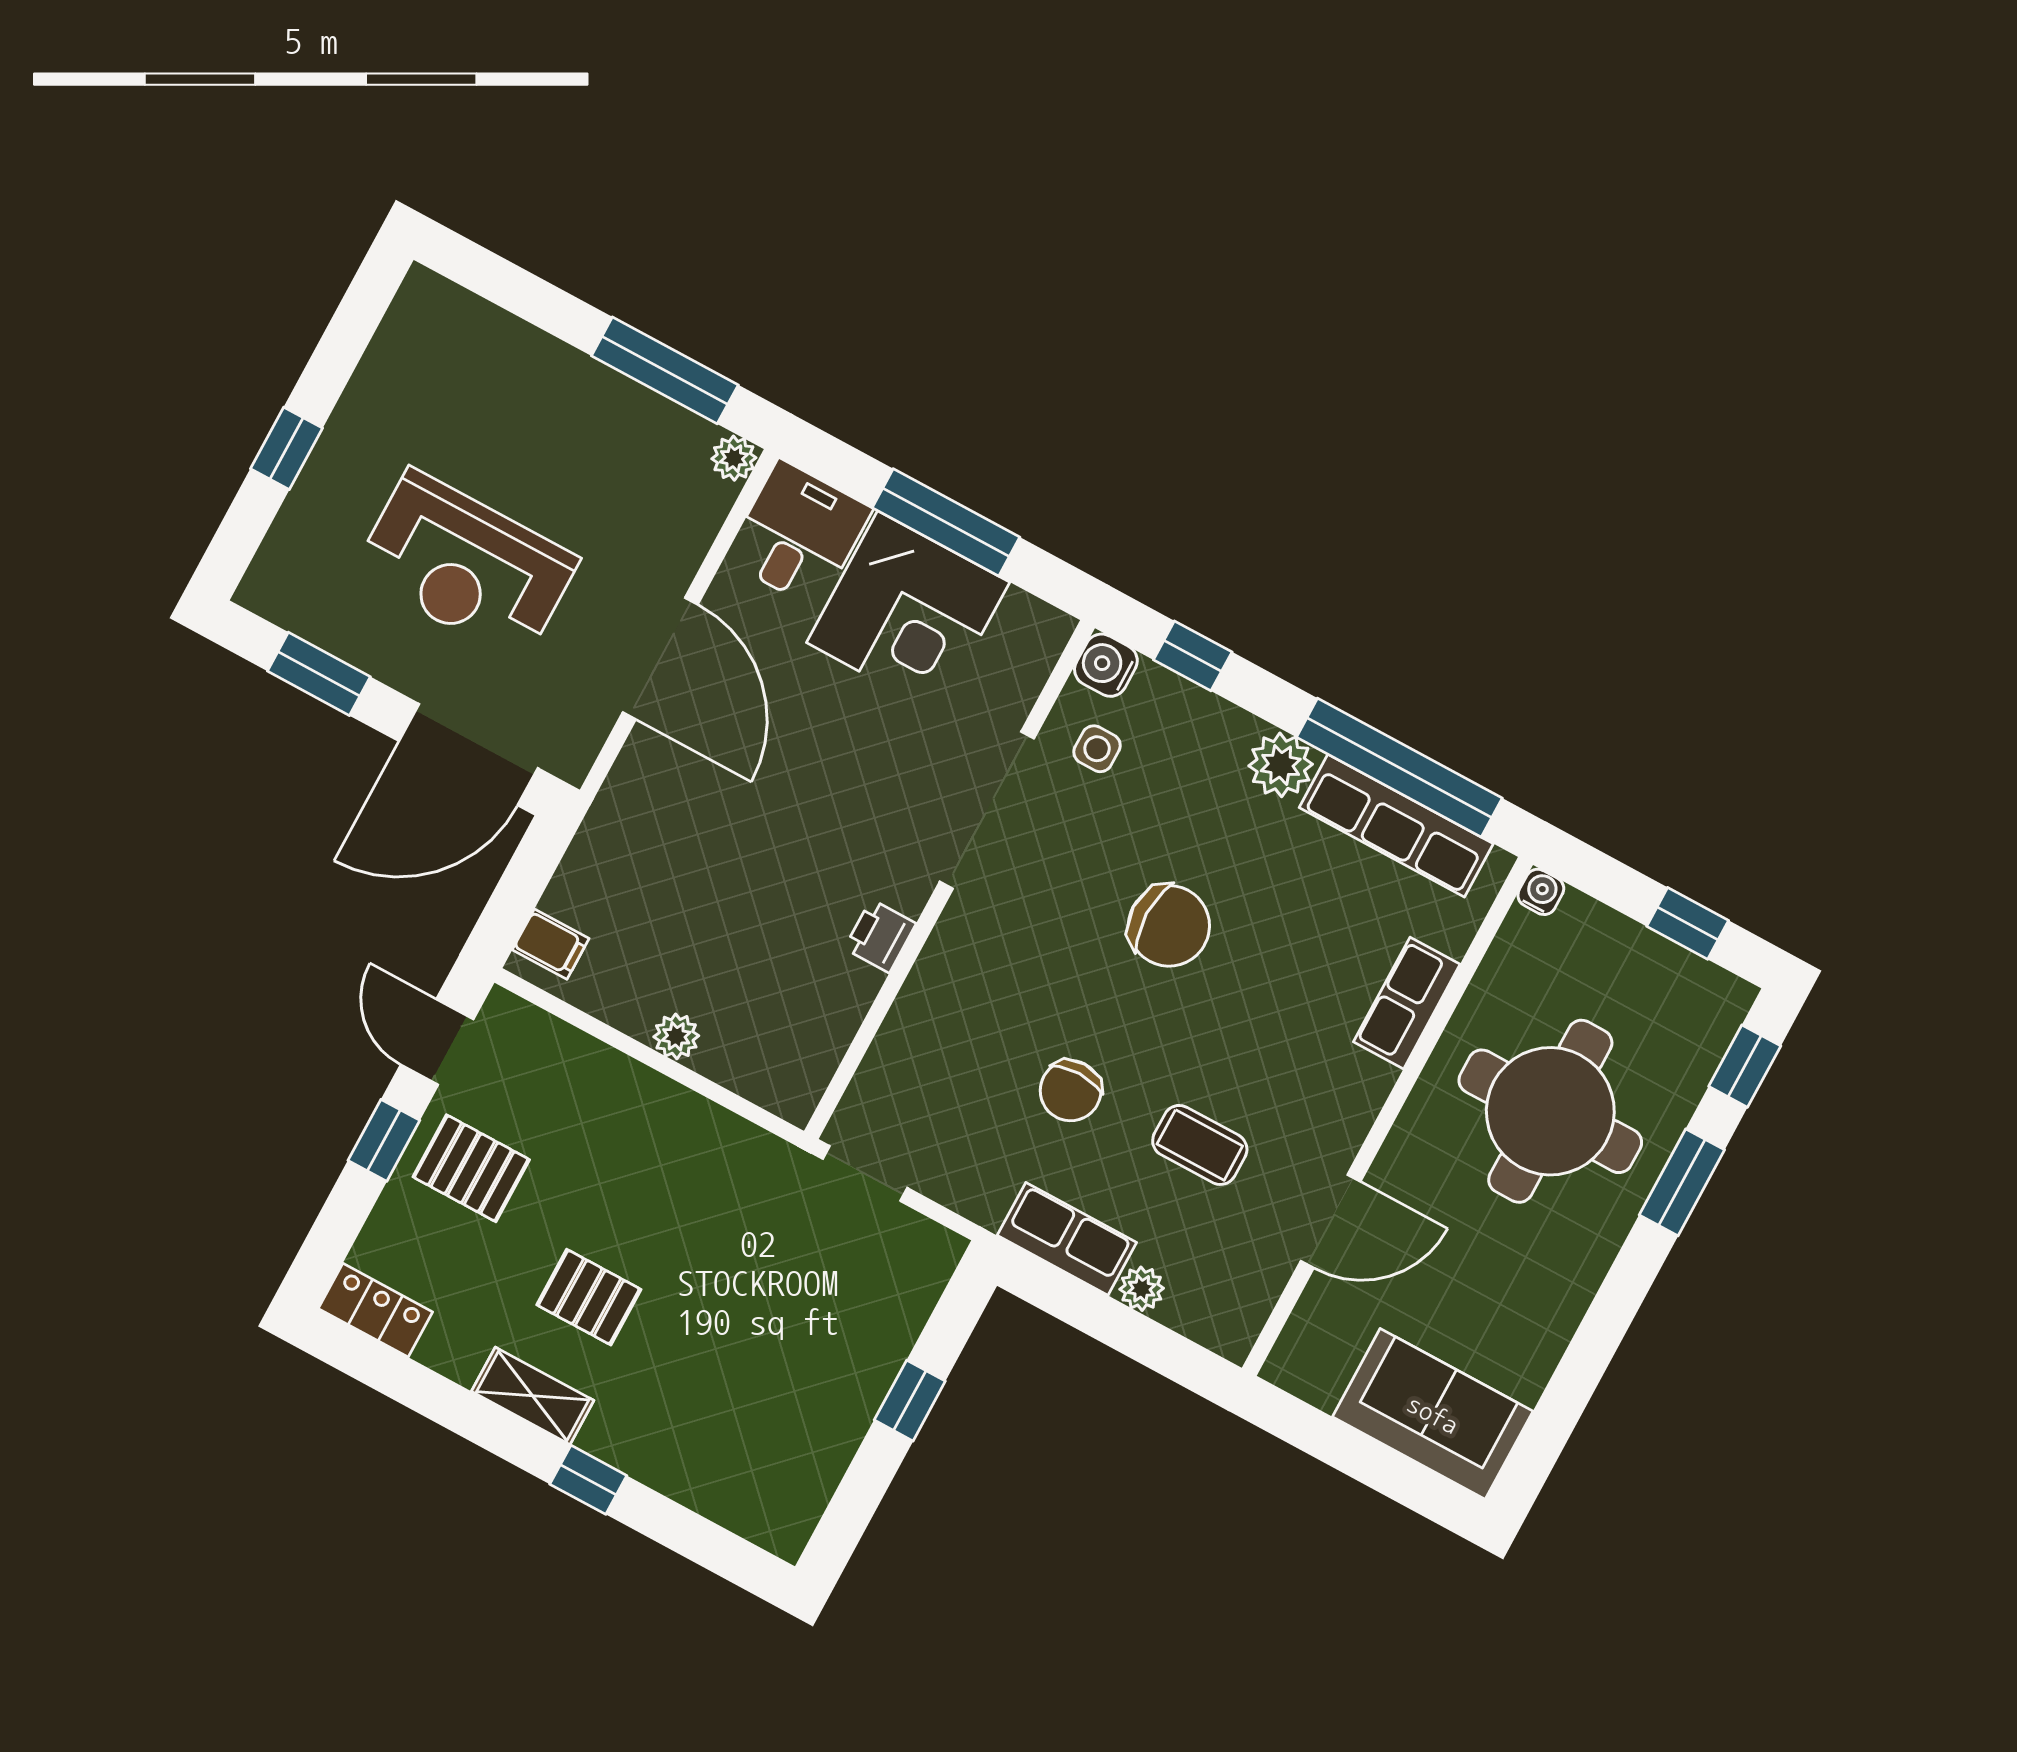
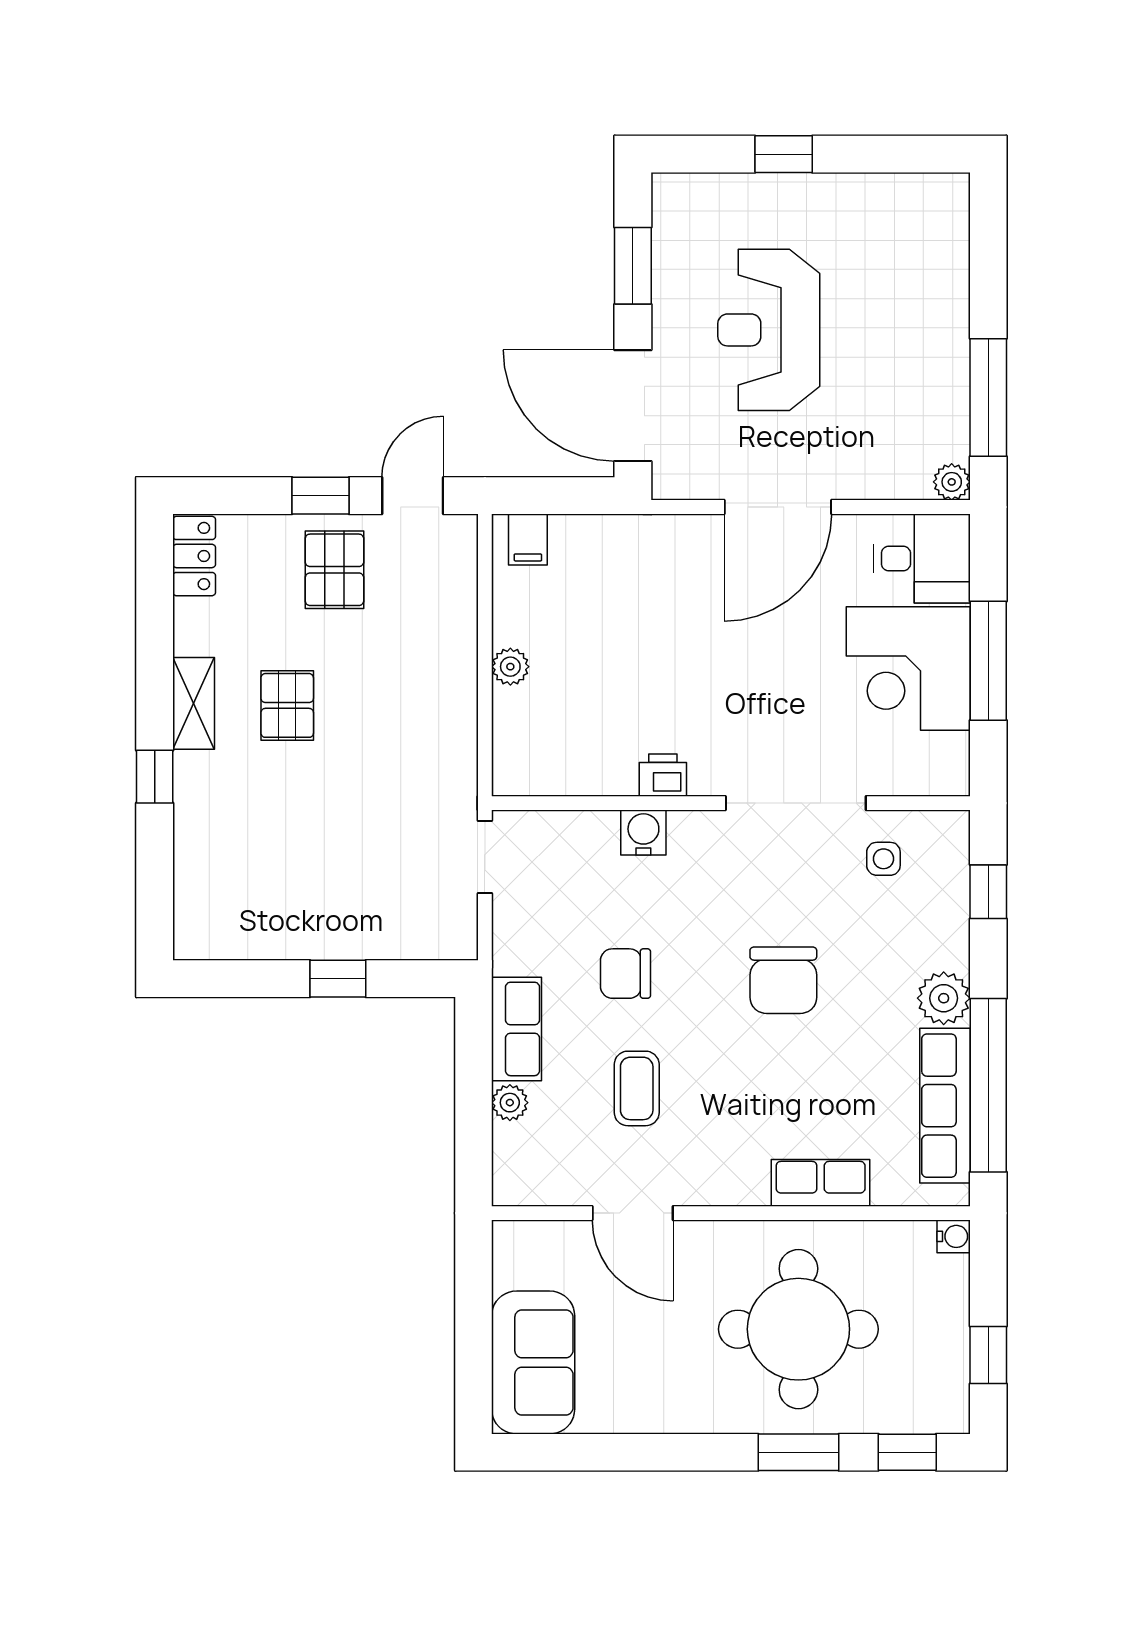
water cooler: (1106, 665) -> (643, 833), moved

